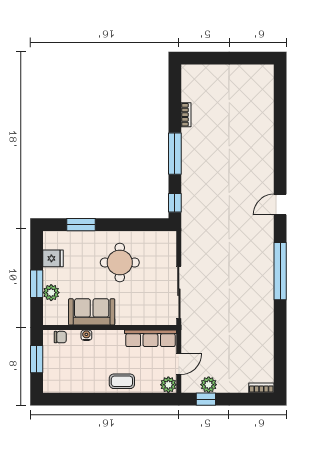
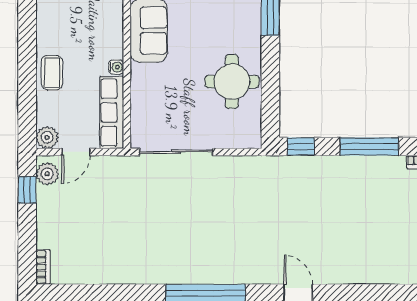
round table: (120, 262) -> (232, 82), moved
water cooler: (86, 335) -> (116, 67), moved
door: (179, 364) -> (76, 152), hinge flipped
plant: (209, 385) -> (47, 174), moved

